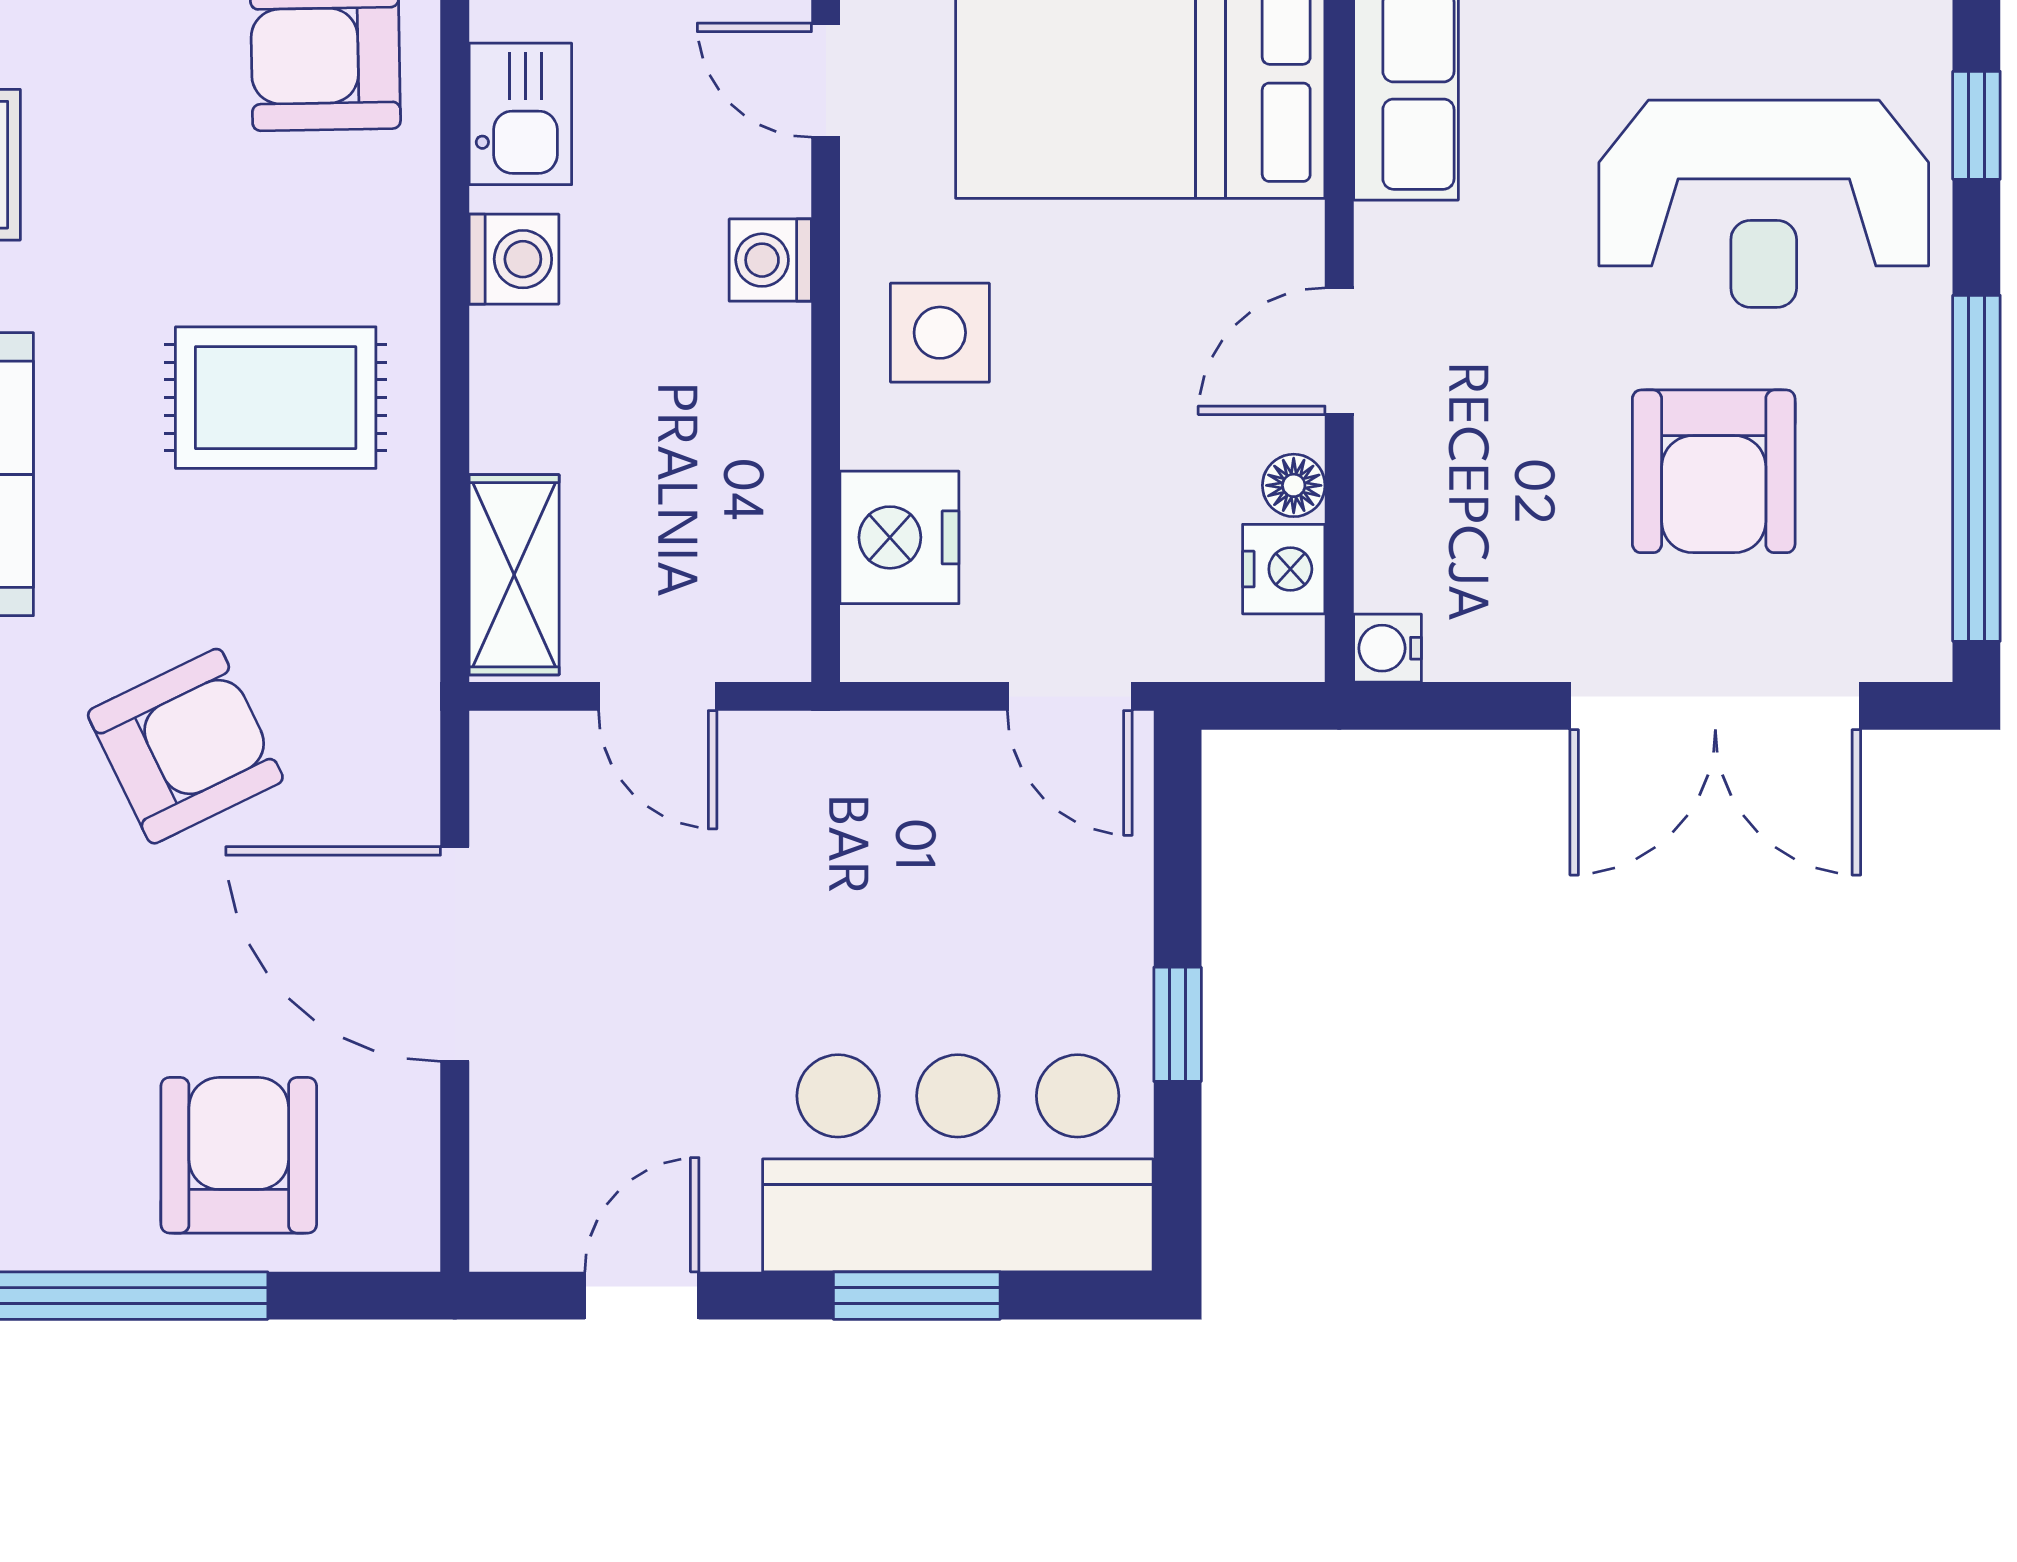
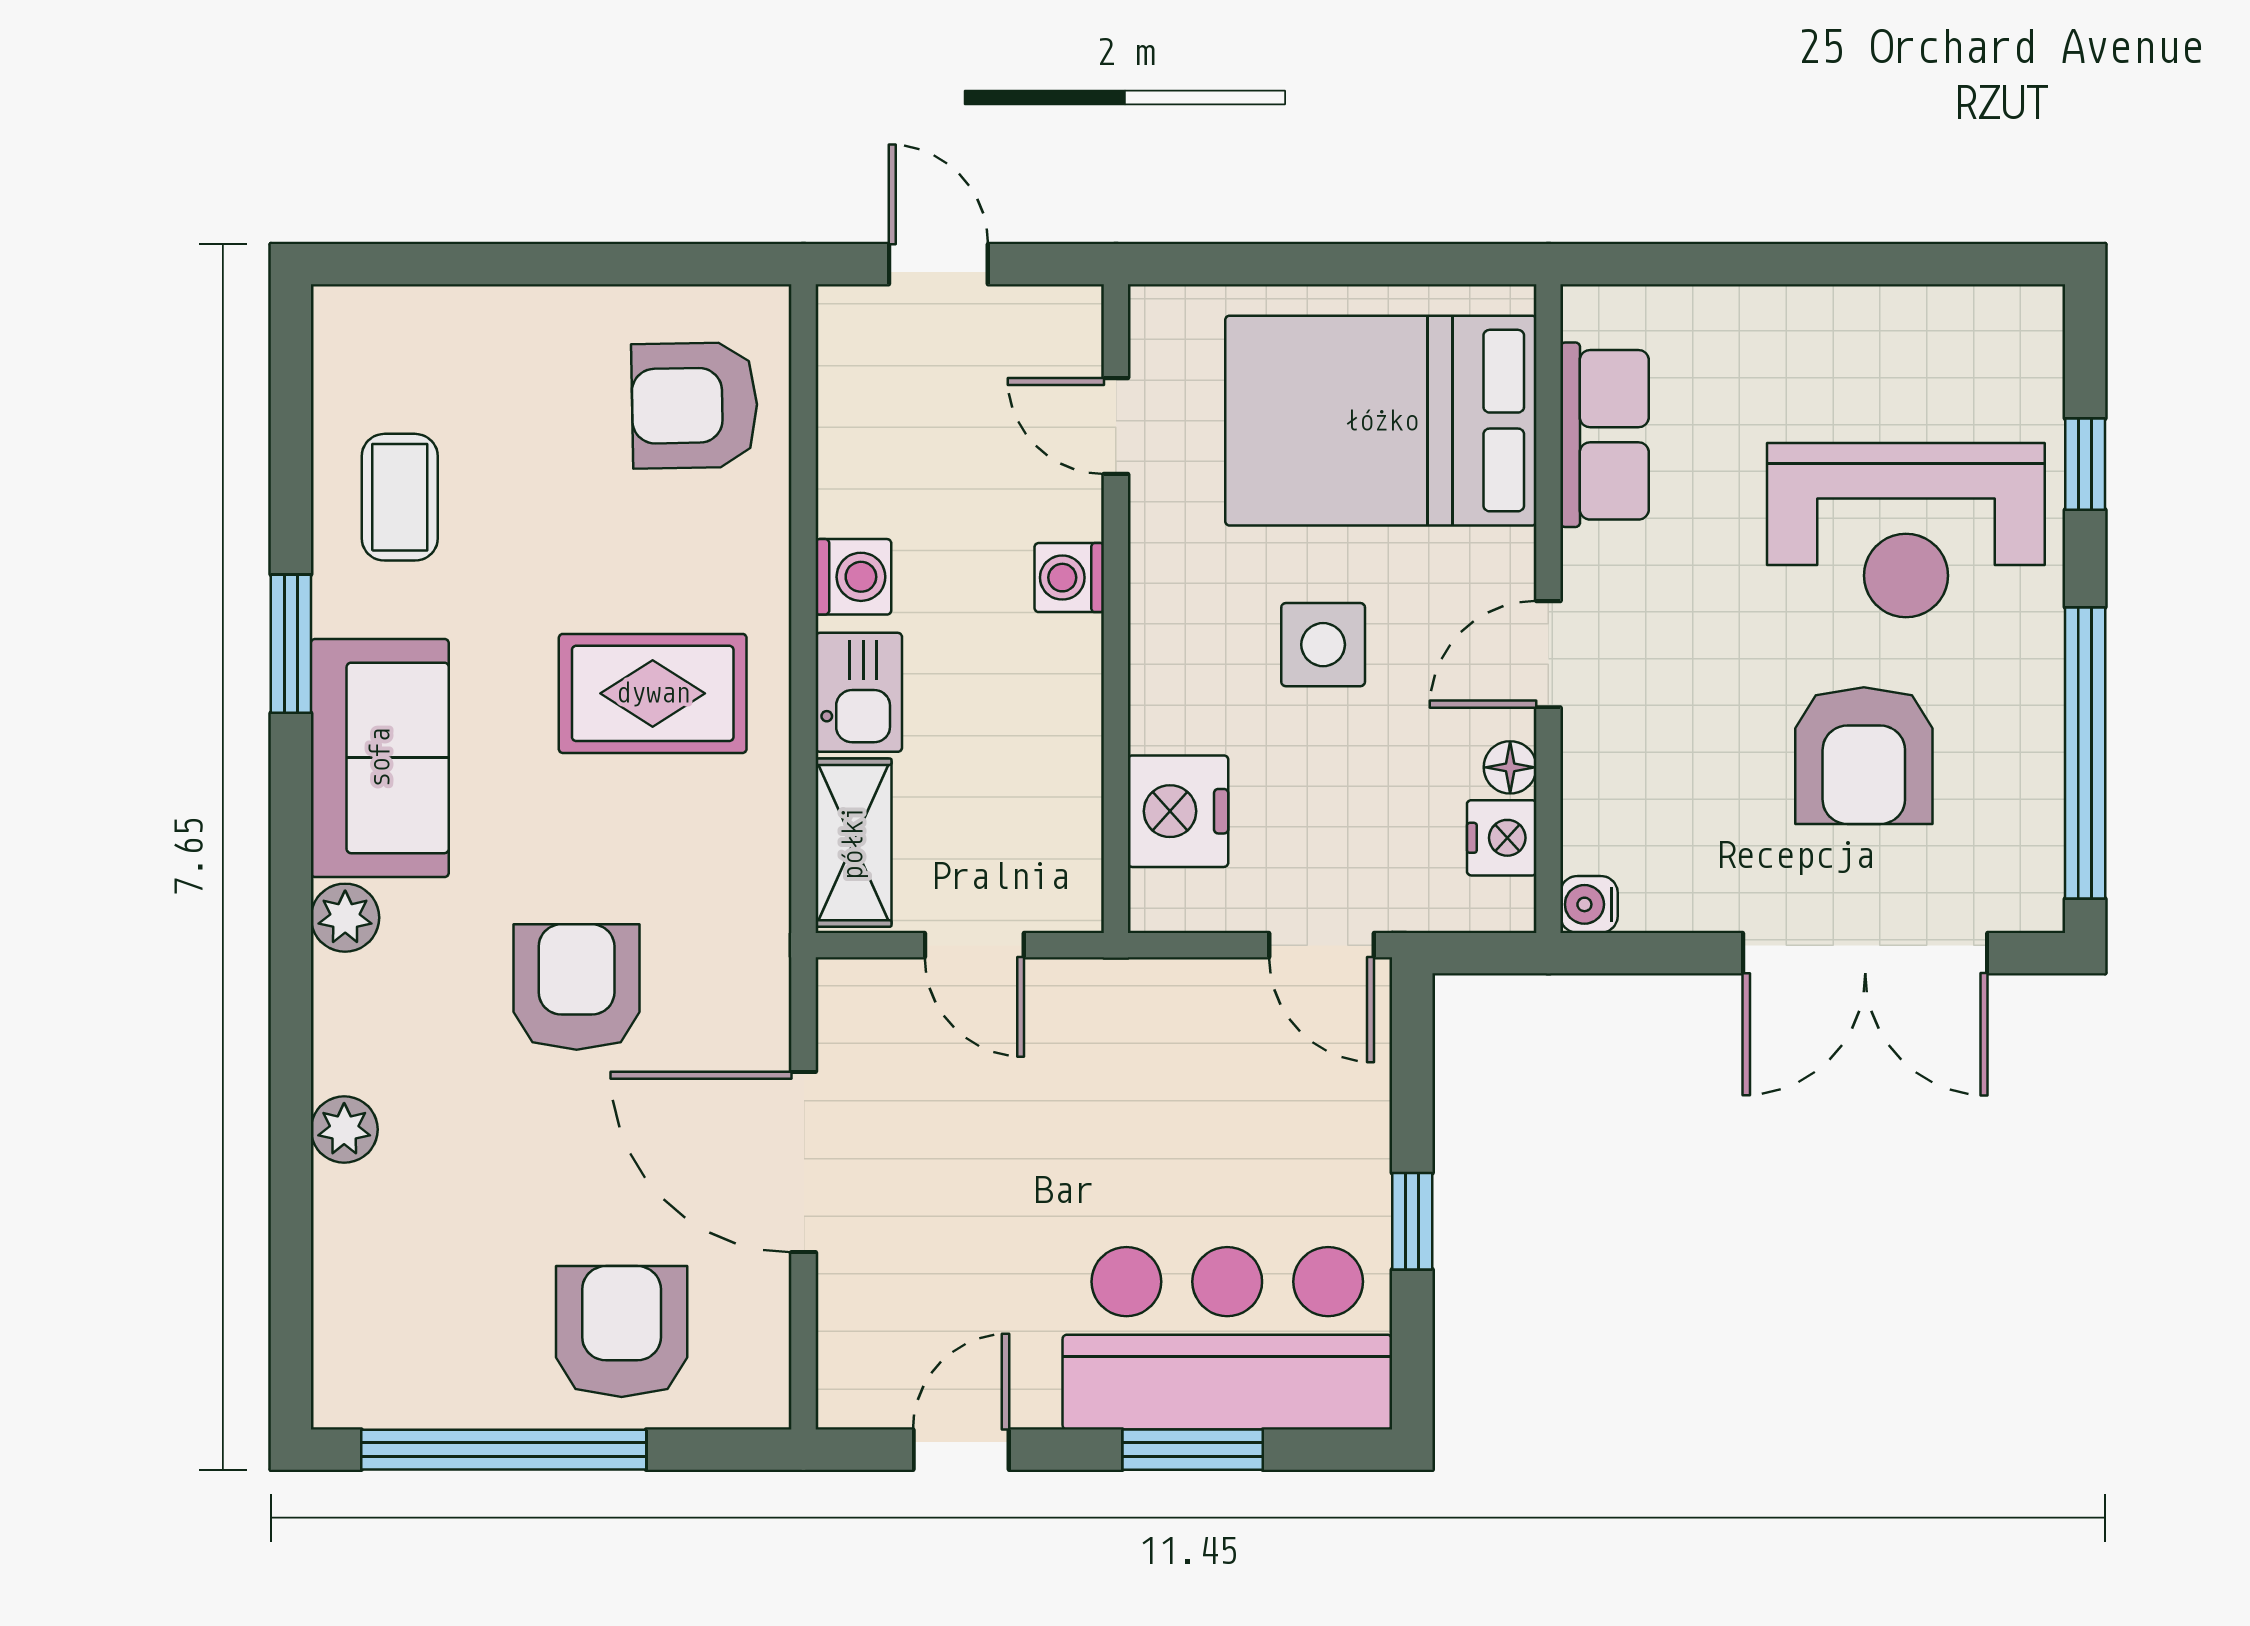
kitchen sink: (520, 114) -> (859, 692), moved
side table: (940, 333) -> (1323, 645), moved
armchair: (185, 746) -> (577, 987), turned -64

